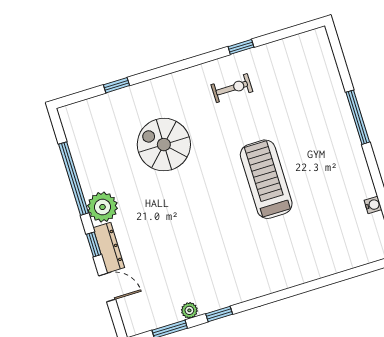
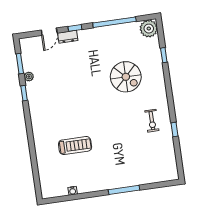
spiral stairs: (164, 145) -> (126, 77), turned 90
treadmill: (266, 179) -> (75, 146), moved, width x0.73, depth x0.73
plant: (102, 207) -> (149, 29), moved
dresser: (109, 248) -> (68, 37), width x0.70

